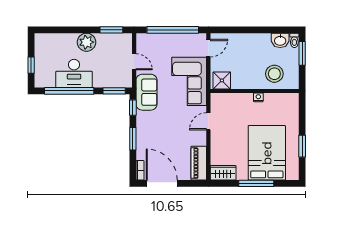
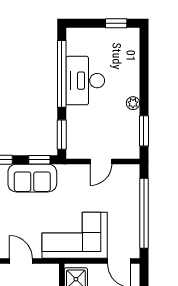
plant: (87, 42) -> (133, 103), width x0.53, depth x0.53
window: (31, 65) -> (116, 23), moved
sofa: (147, 92) -> (32, 178), moved

